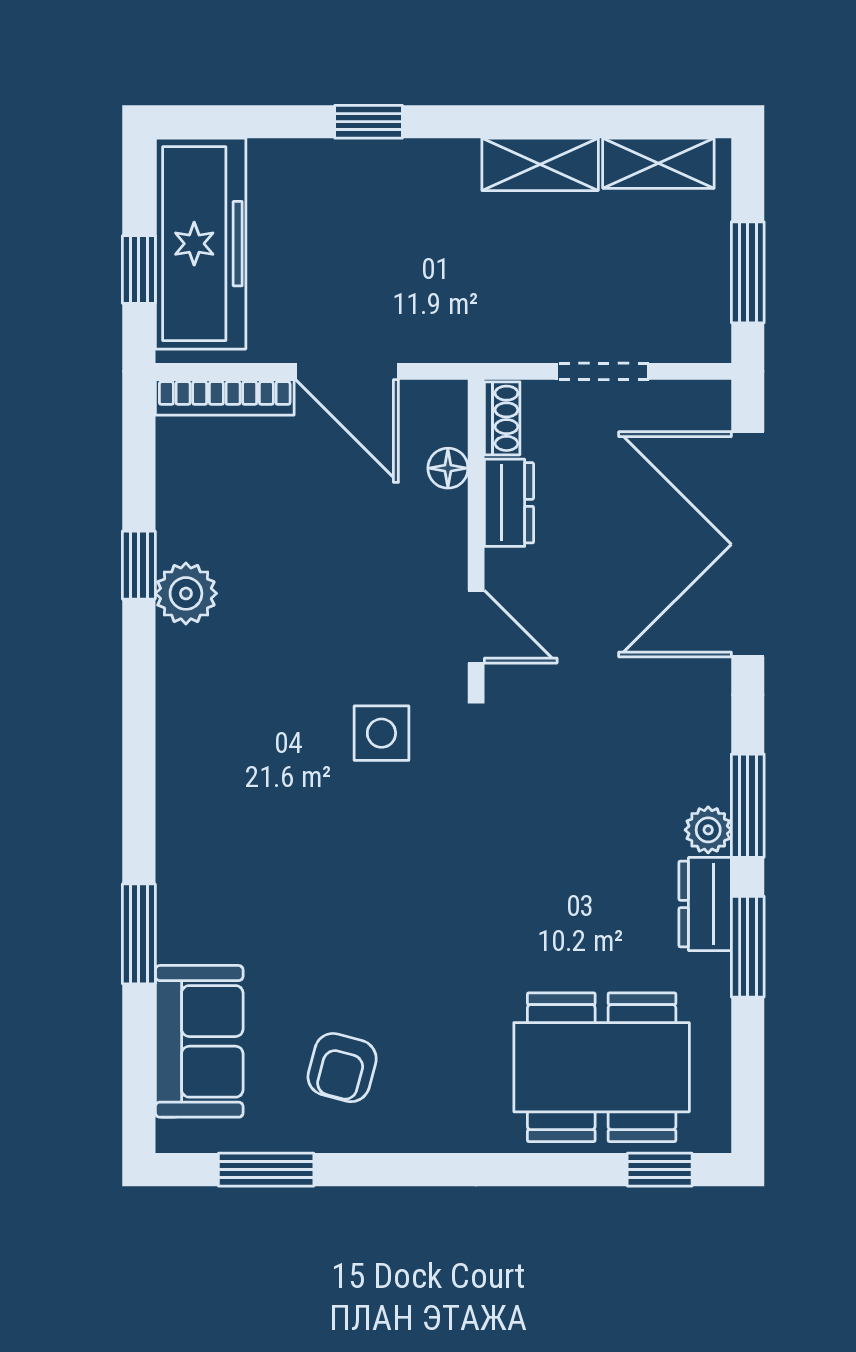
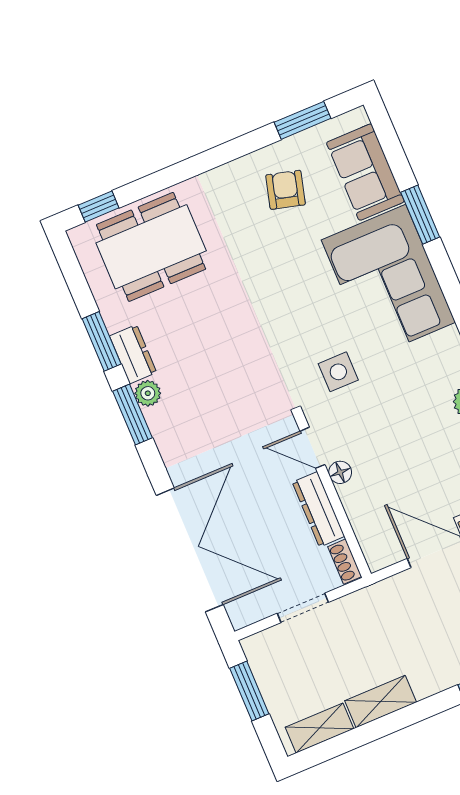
floor lamp: (448, 468) -> (340, 472), moved
dresser: (509, 503) -> (318, 509), width x1.44
corner sofa: (237, 847) -> (388, 281), added

